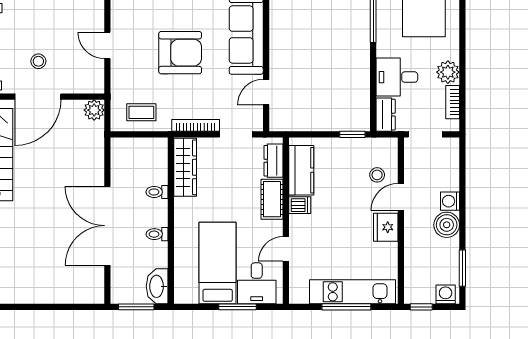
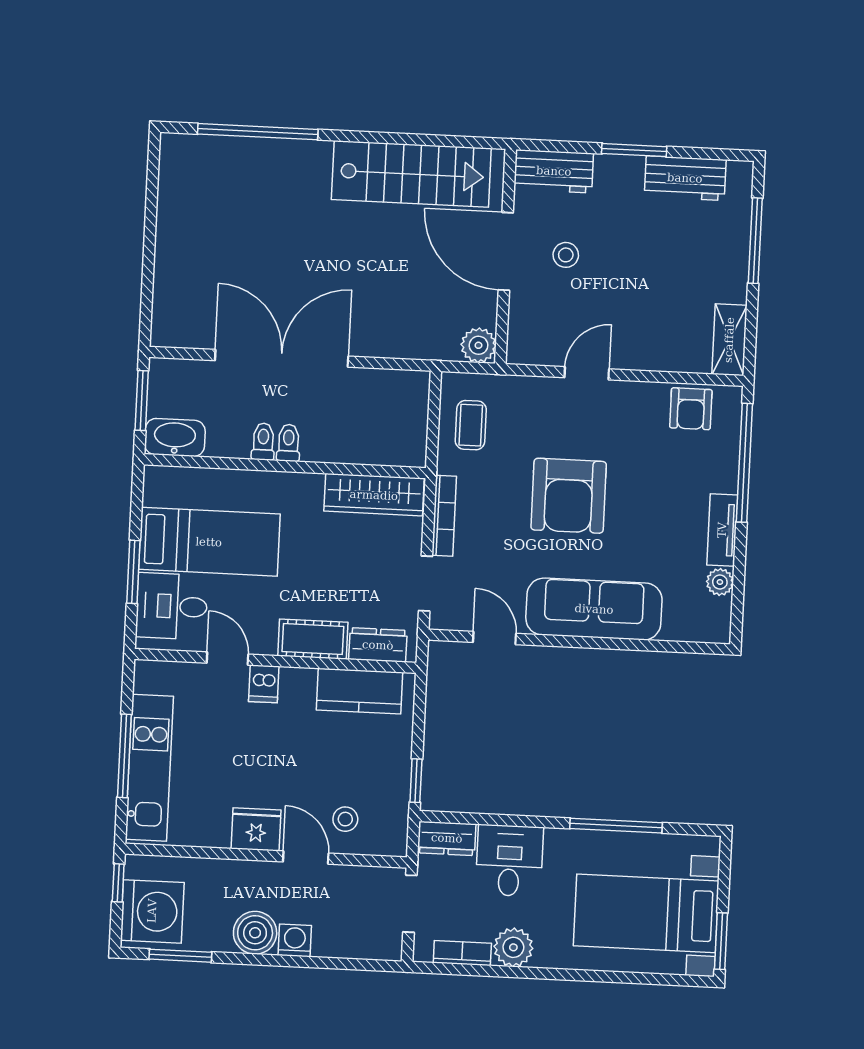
toilet: (157, 192) -> (289, 443), moved
dishwasher: (300, 205) -> (264, 684), moved
washing machine: (446, 294) -> (152, 911), width x1.89, depth x1.89

